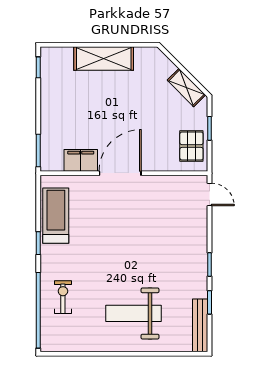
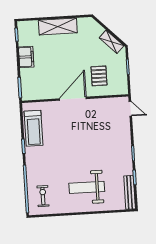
pallet: (191, 146) -> (99, 76), moved
filing cabinet: (81, 160) -> (26, 57), moved, turned 90
treadmill: (56, 216) -> (34, 128), turned 180
exercise bike: (63, 297) -> (43, 196), moved

